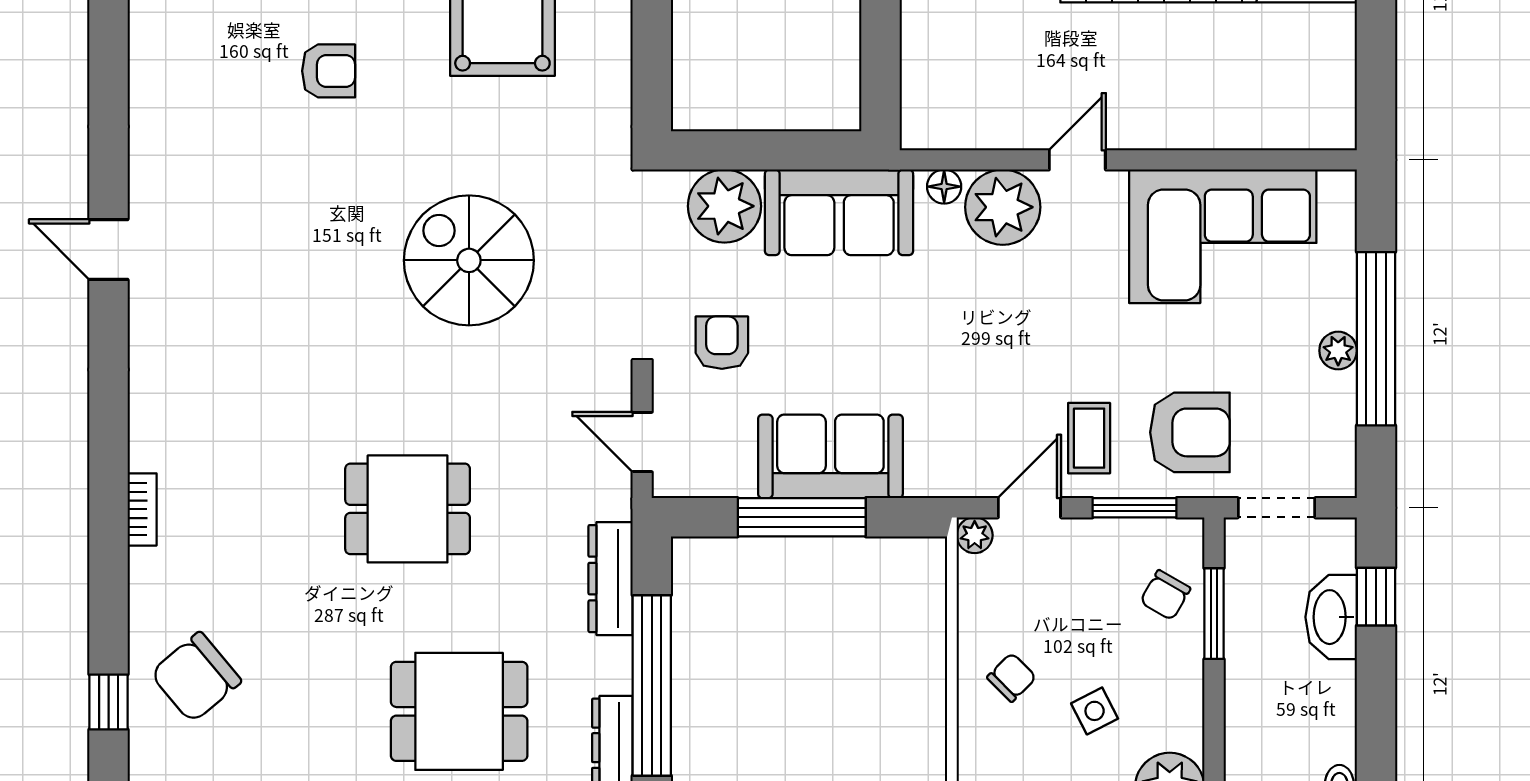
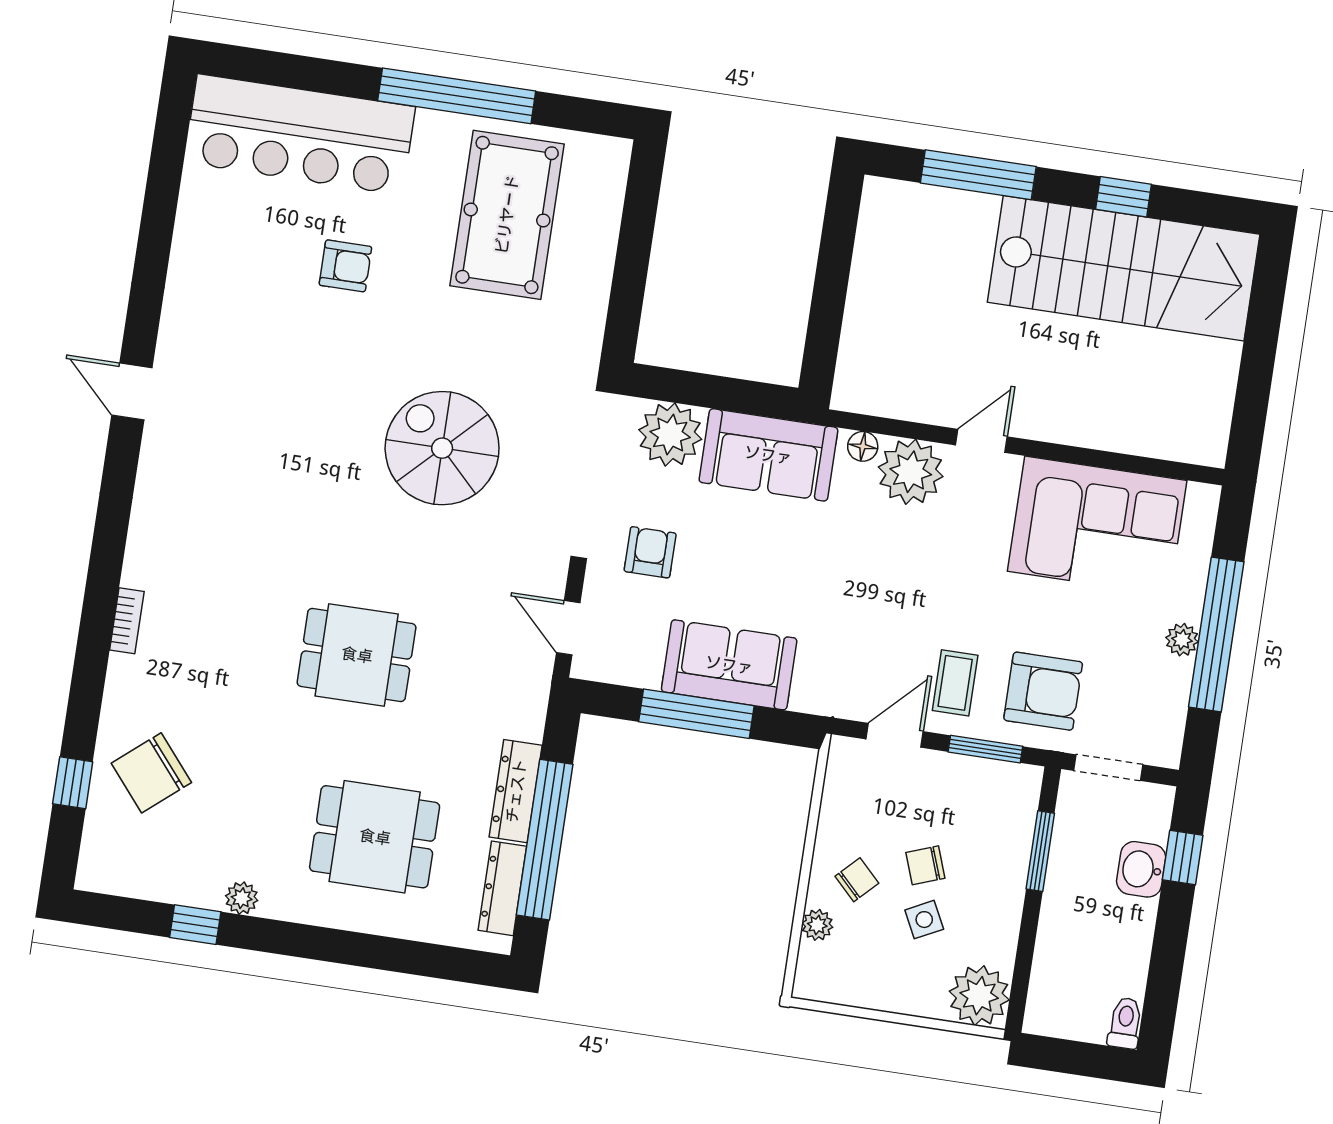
plant: (975, 535) -> (817, 925), moved
dresser: (611, 579) -> (516, 791), moved
chair: (1165, 595) -> (925, 865), moved, turned 40
washbasin: (1331, 617) -> (1141, 869), width x0.72

